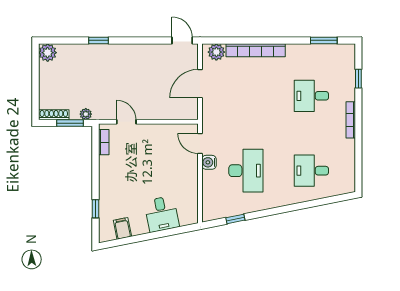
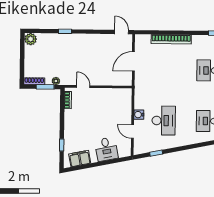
plant: (216, 52) -> (145, 40), removed
door: (200, 144) -> (133, 131), moved
filing cabinet: (122, 228) -> (80, 159), width x2.00

